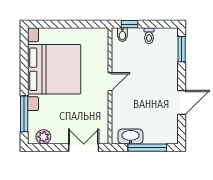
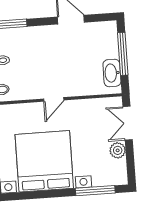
door: (110, 82) -> (54, 99), swing flipped
plant: (43, 137) -> (118, 150), moved

